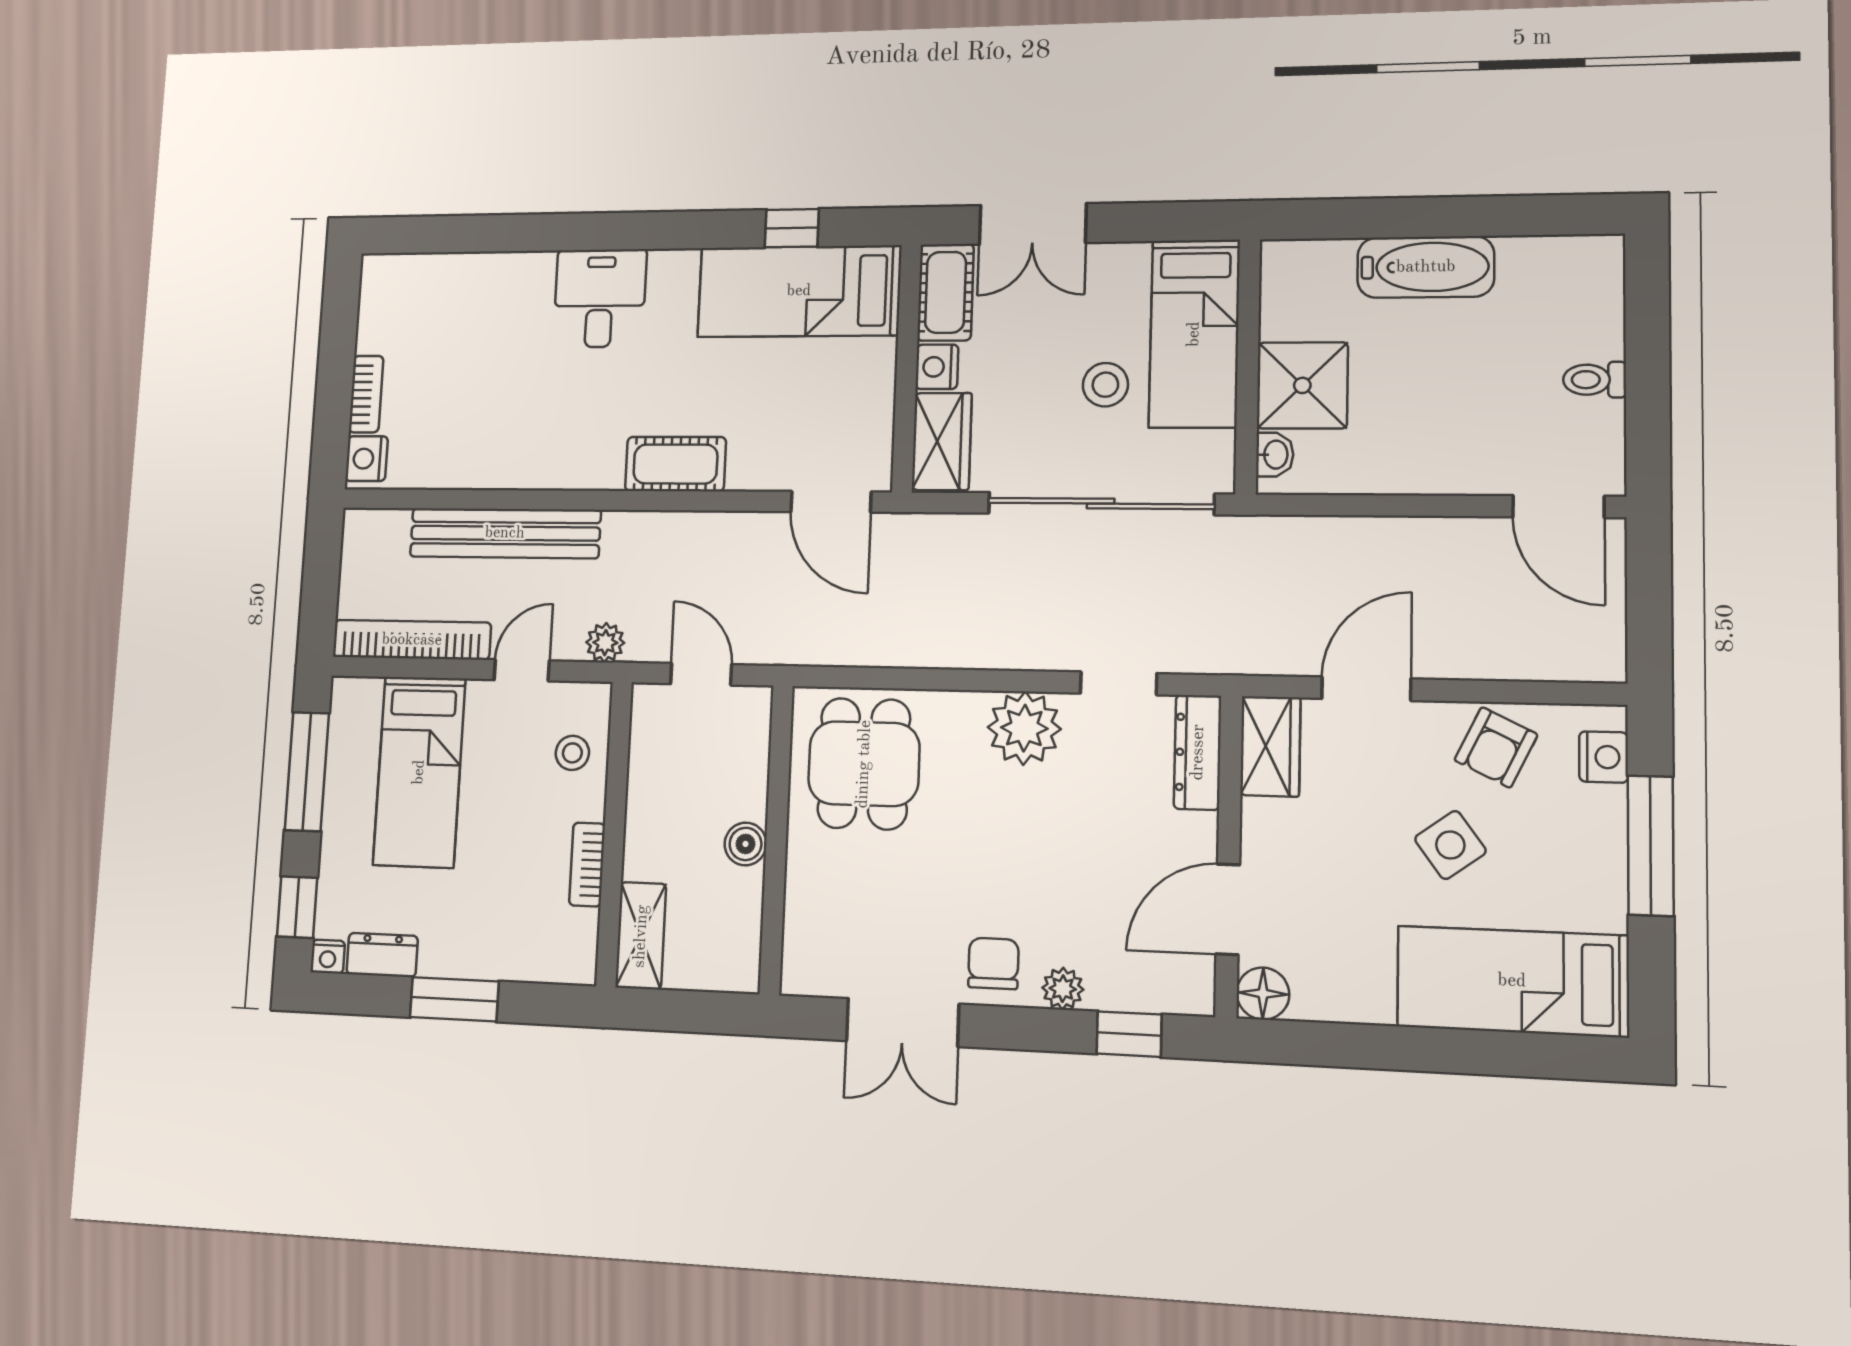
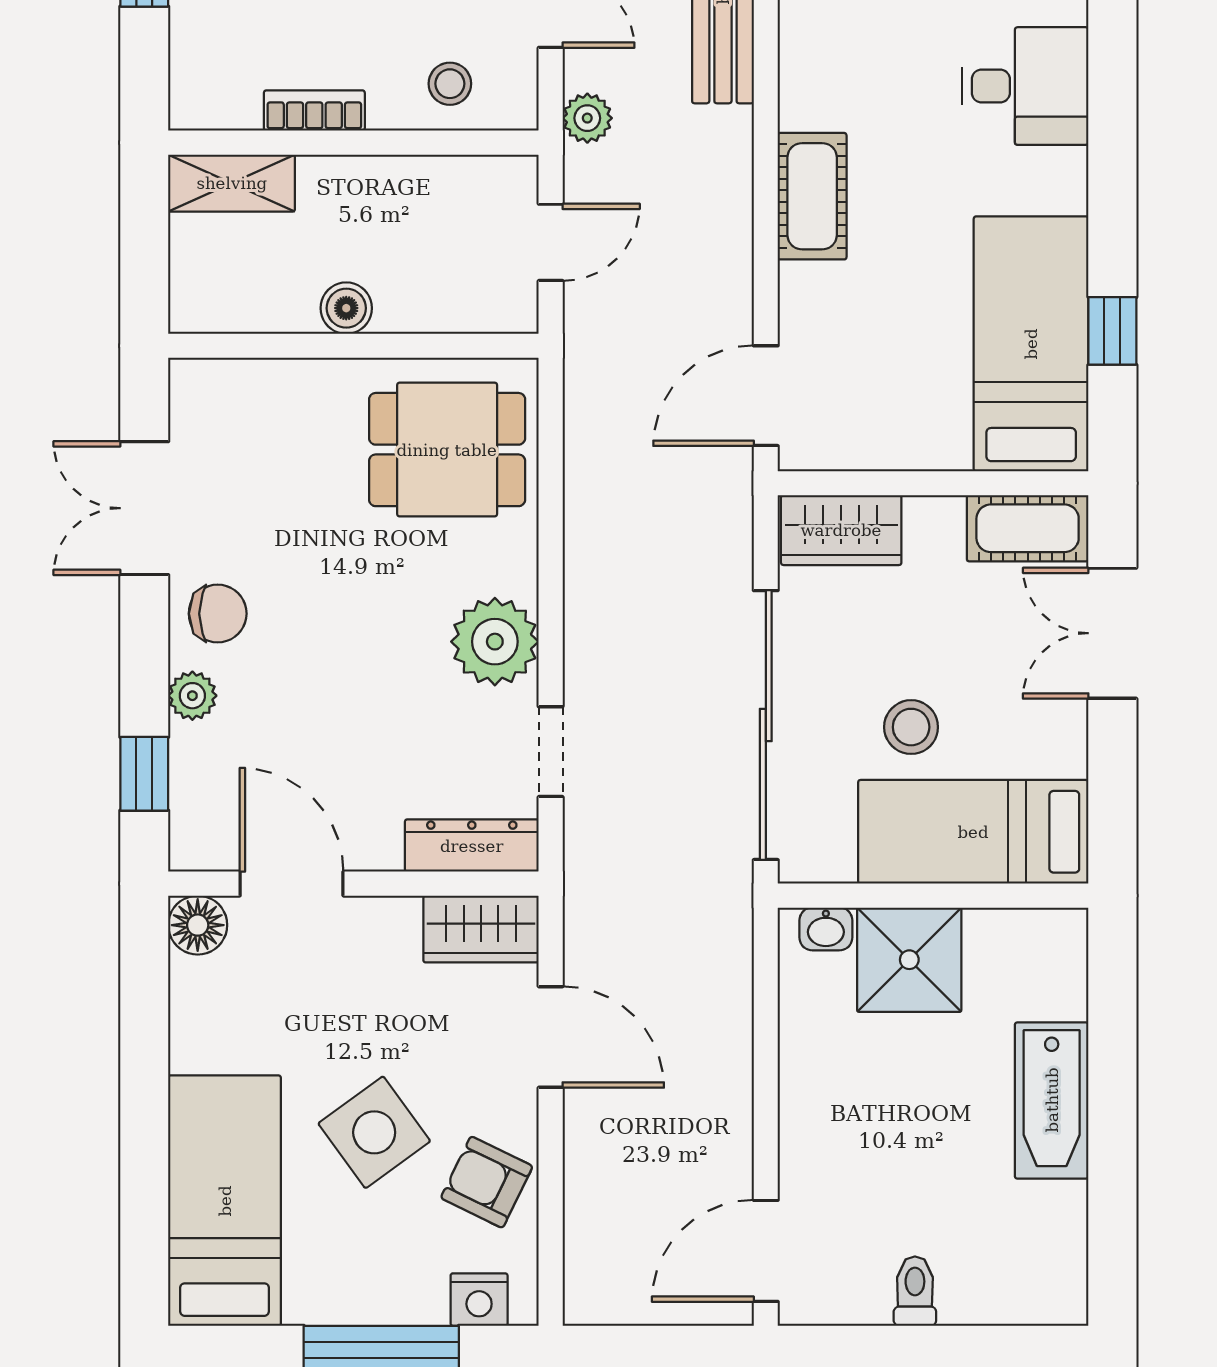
nightstand: (937, 367) -> (934, 521), removed
side table: (1450, 845) -> (374, 1132), width x1.37, depth x1.37

